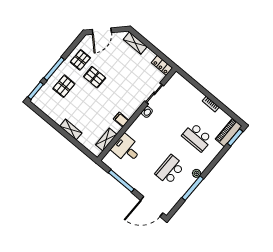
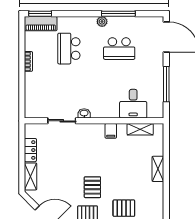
locker: (162, 65) -> (30, 150), moved
school desk: (197, 137) -> (69, 49), turned 180

